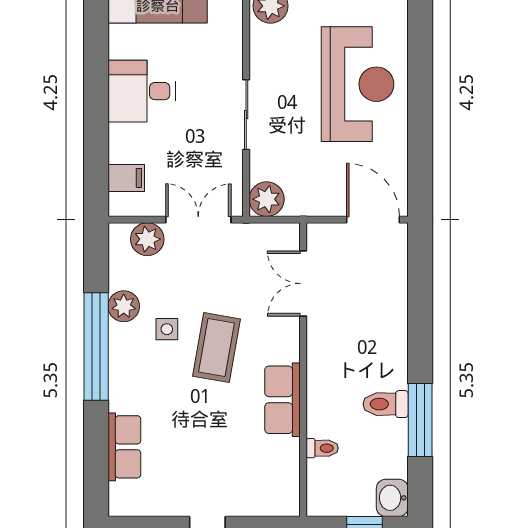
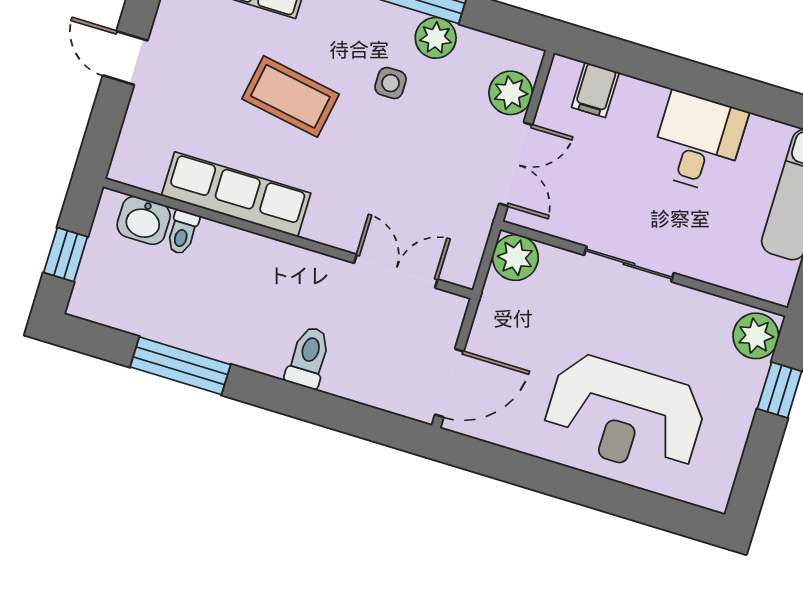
coffee table: (217, 348) -> (290, 96), moved
row of seats: (283, 400) -> (236, 194), width x1.48
toilet: (386, 404) -> (308, 357), moved
washbasin: (392, 498) -> (144, 220), moved, turned 180

